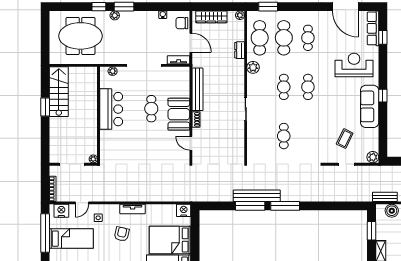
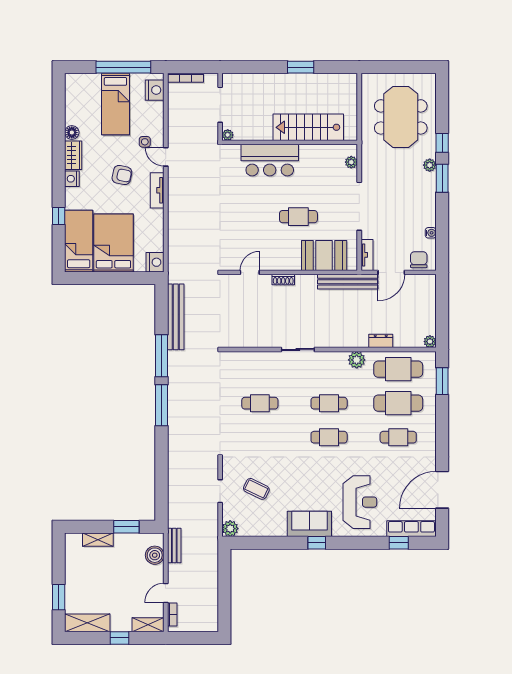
wardrobe: (211, 17) -> (428, 301), removed
bench: (197, 89) -> (348, 282), moved
stairs: (59, 92) -> (308, 127), moved, turned 180
sofa: (370, 106) -> (309, 524), width x0.73
bar counter: (111, 109) -> (270, 160), moved
booth: (179, 114) -> (324, 255), moved
bench: (257, 196) -> (176, 317), moved
door: (82, 203) -> (166, 157), moved

